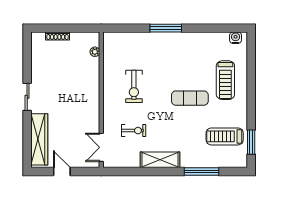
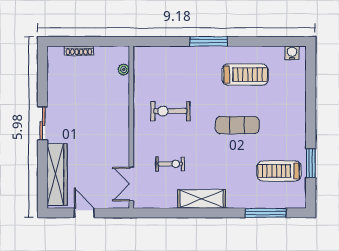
treadmill: (225, 80) -> (245, 75), moved, turned -90
exercise bike: (134, 86) -> (170, 111), turned 90
window: (251, 142) -> (311, 163), moved
window: (202, 171) -> (266, 213), moved

